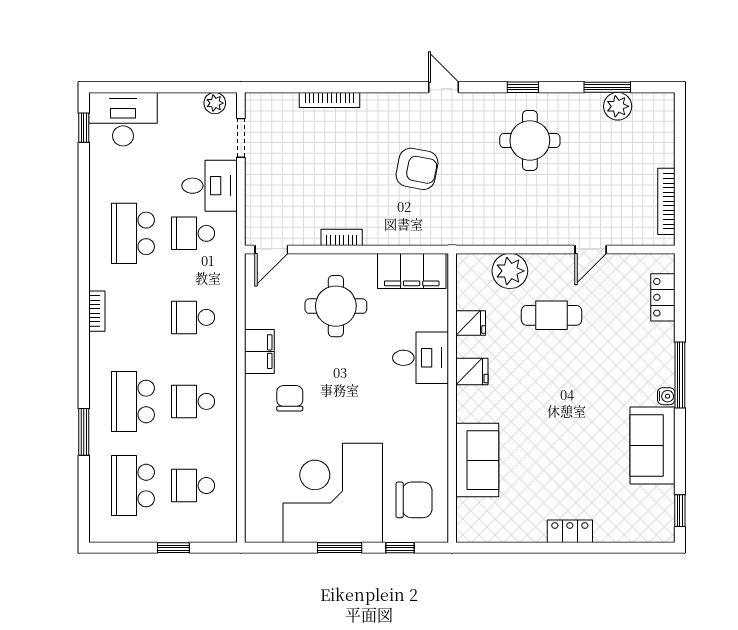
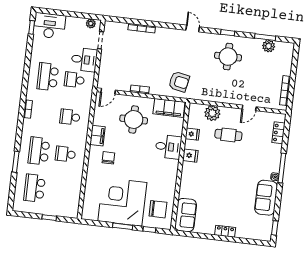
armchair: (417, 169) -> (179, 82), moved
sofa: (477, 460) -> (186, 215), moved
school desk: (193, 486) -> (61, 191), removed

